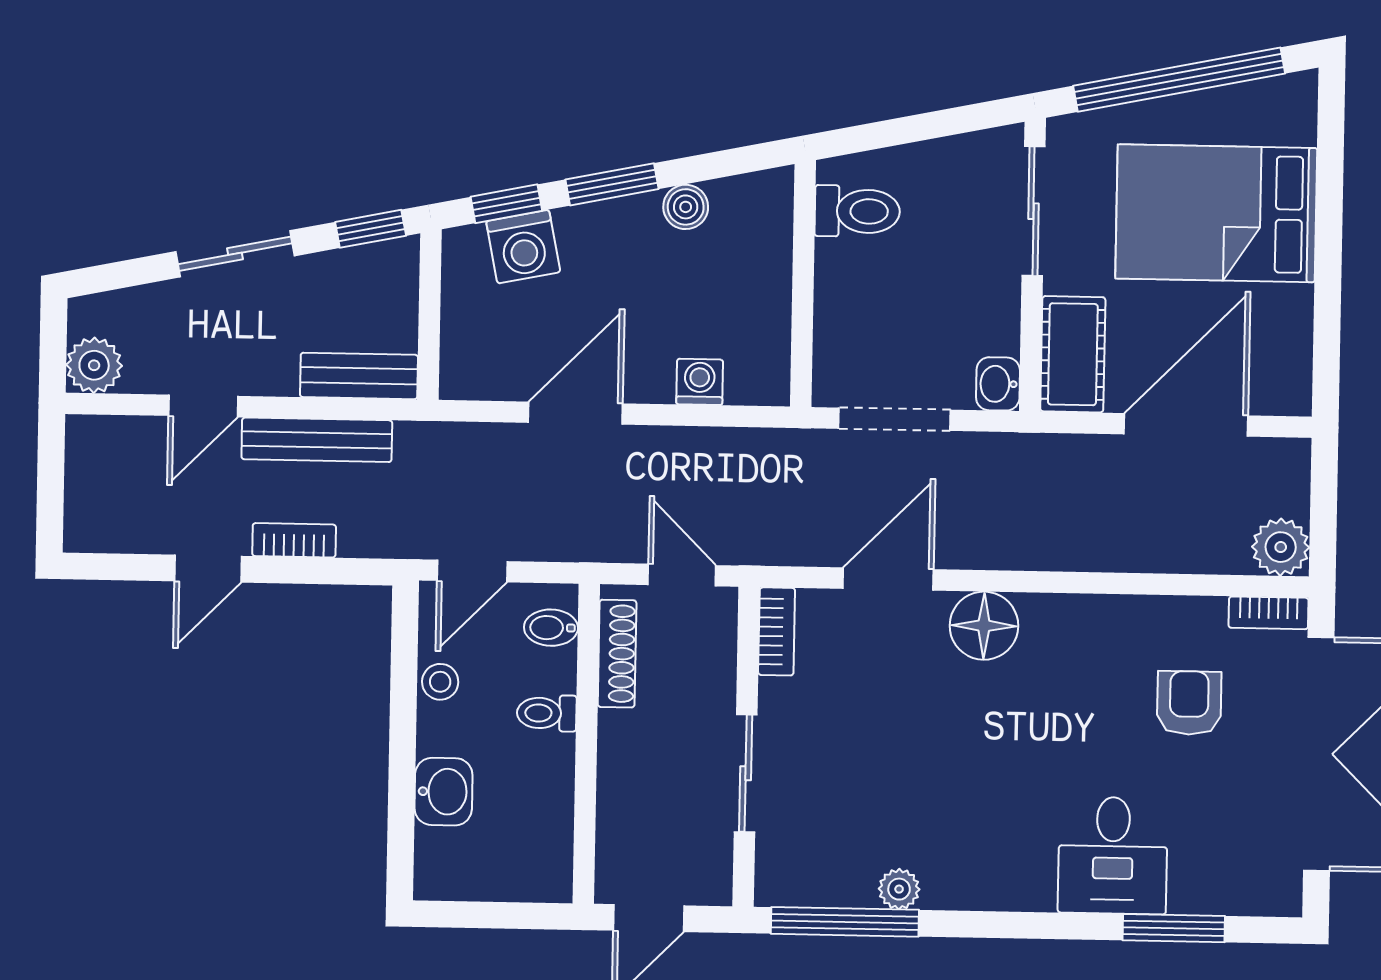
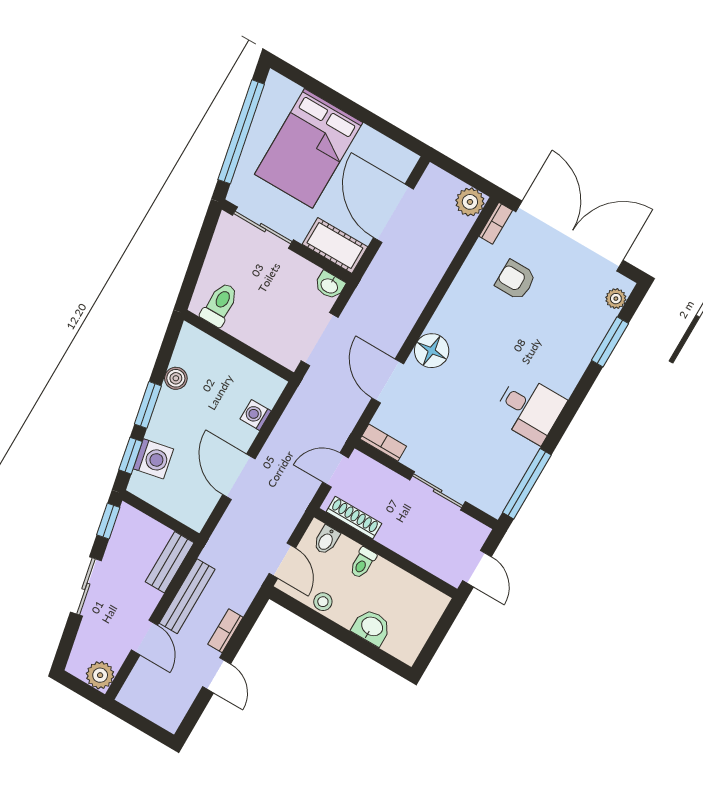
desk: (1113, 855) -> (529, 409), moved
plant: (899, 889) -> (616, 299), moved

